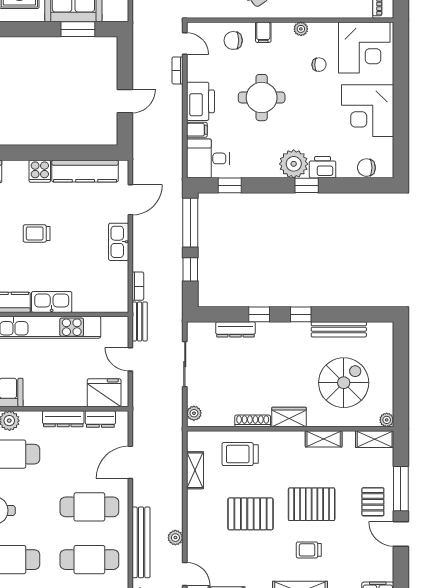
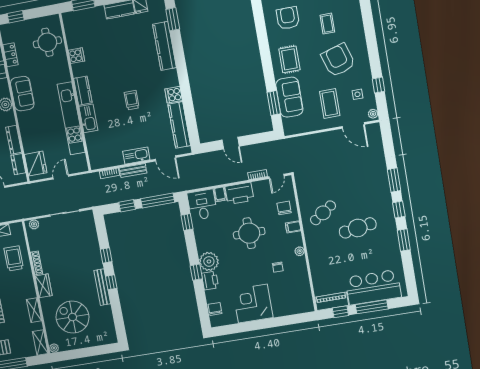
corner desk: (364, 47) -> (294, 295), removed
bench: (140, 321) -> (133, 170), moved
dresser: (235, 329) -> (93, 242), removed
bench: (339, 329) -> (102, 287), moved
spiral stairs: (344, 383) -> (72, 317), turned 180

